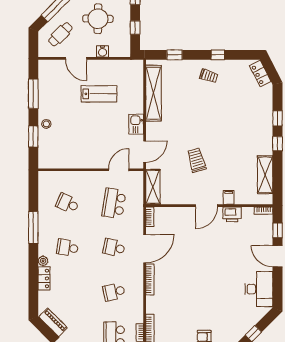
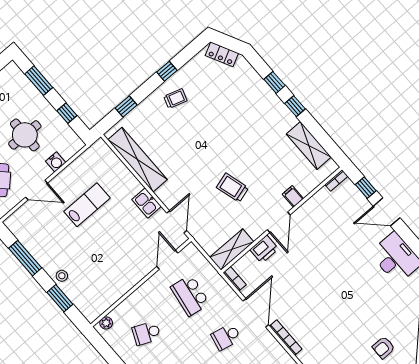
plant: (48, 176) -> (106, 323), added
shelving: (153, 187) -> (232, 250), moved, turned 90
printer: (232, 214) -> (264, 249), moved

